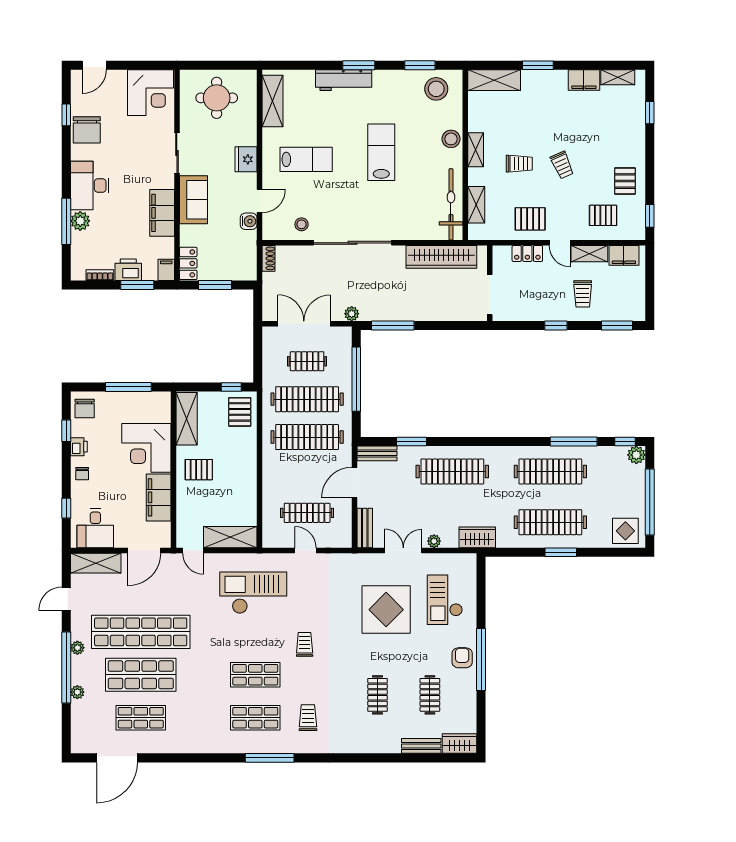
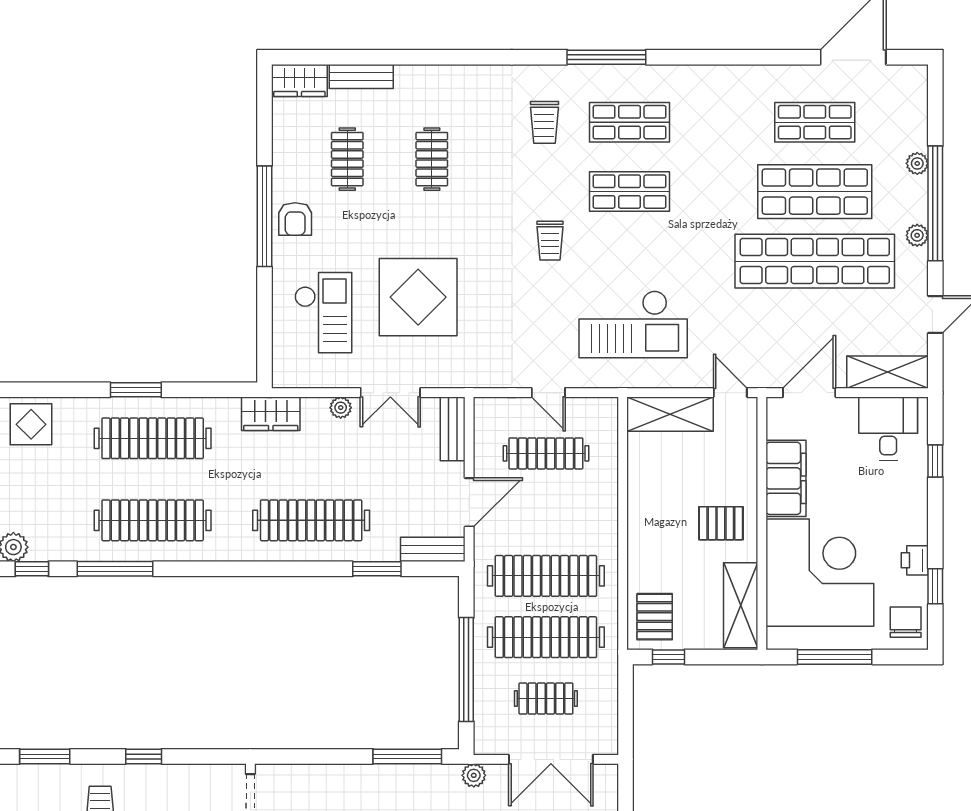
corner desk: (146, 448) -> (820, 573), width x1.36, depth x1.36
chair: (82, 474) -> (909, 517), removed

